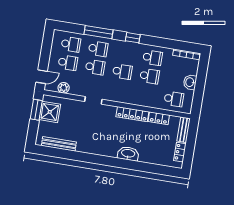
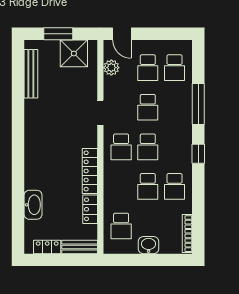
school desk: (98, 49) -> (121, 147), moved
window: (36, 110) -> (58, 34), moved
washbasin: (128, 154) -> (33, 205), moved

